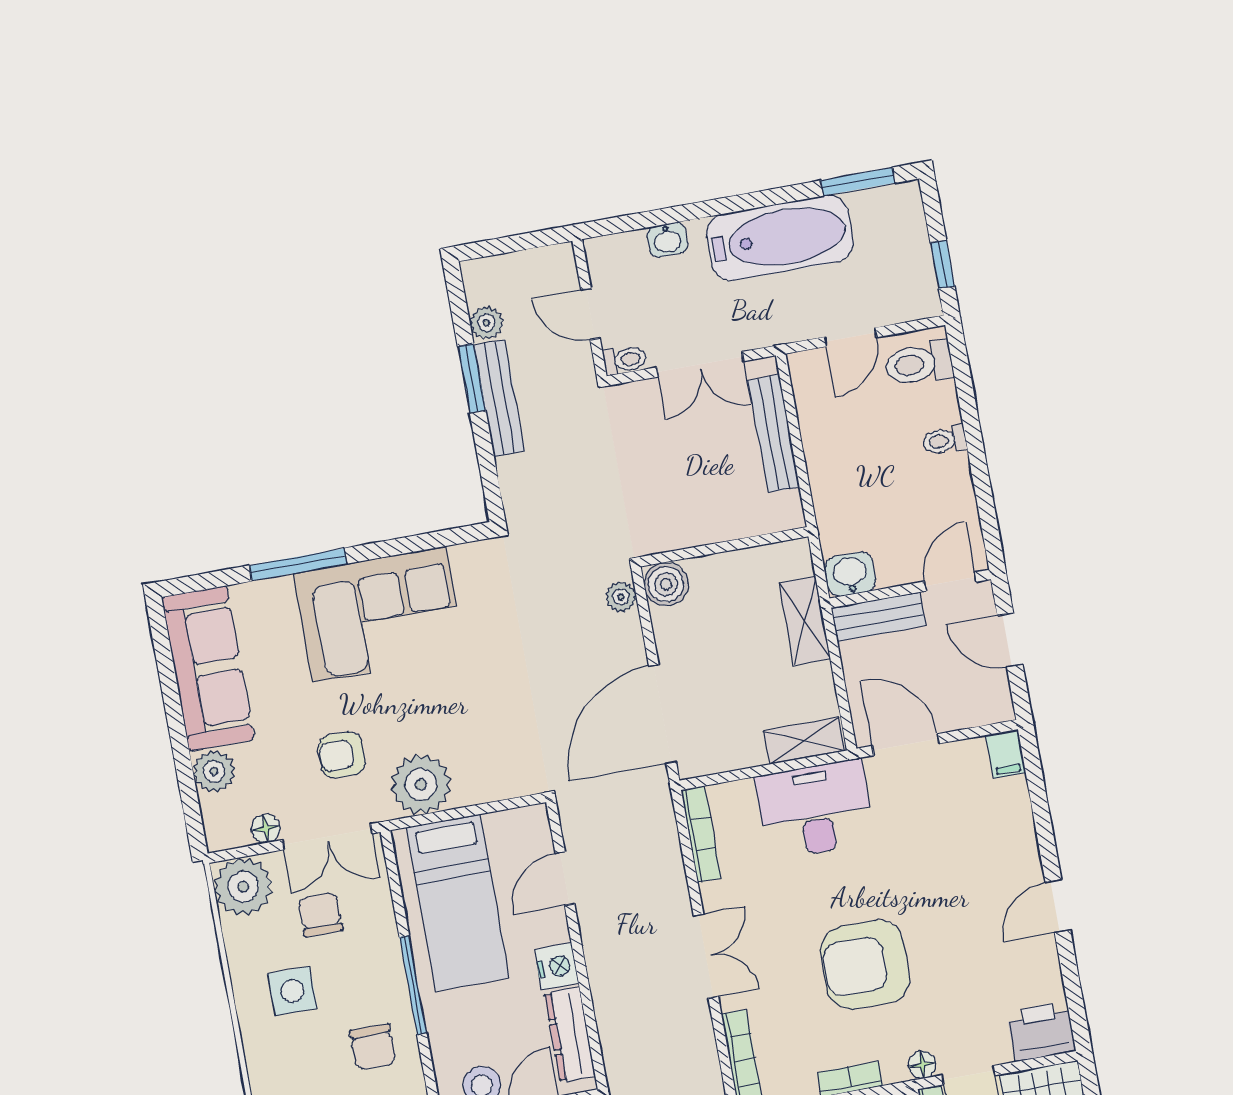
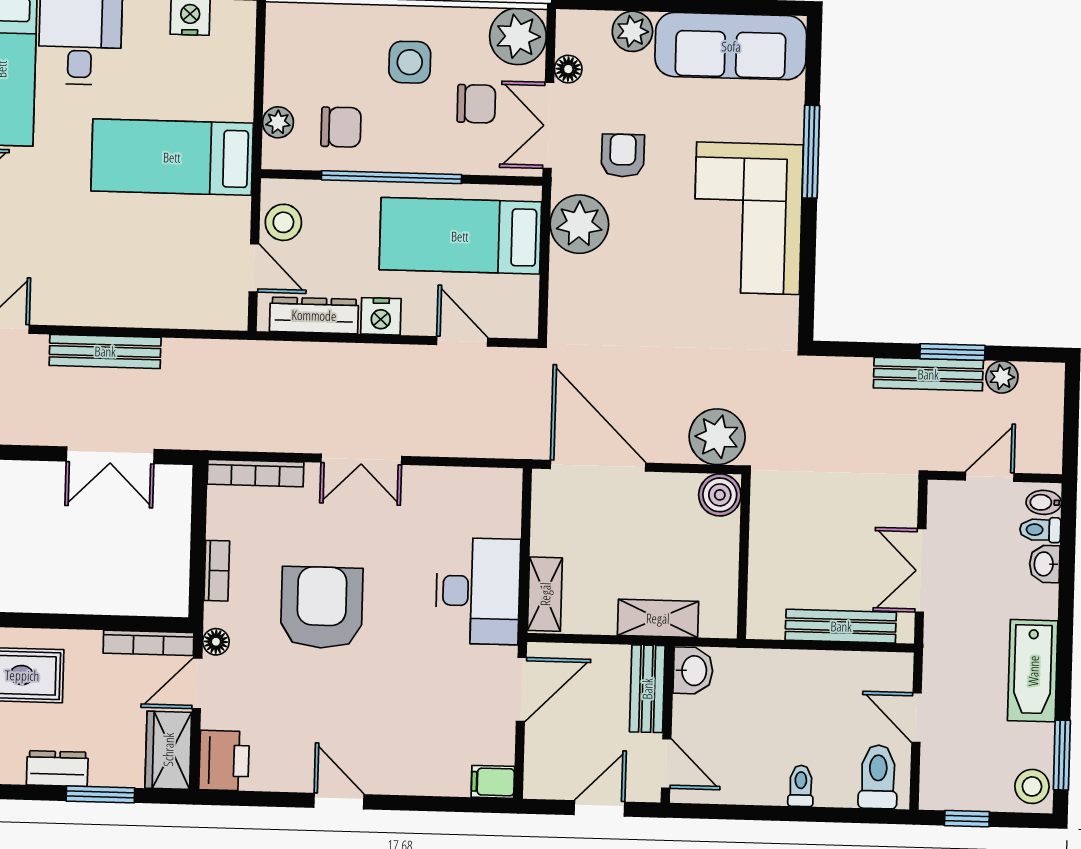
stool: (896, 205) -> (1032, 786), added
bathtub: (780, 238) -> (1033, 671), width x0.73, depth x0.73
bidet: (605, 254) -> (1044, 502), added
toilet: (625, 360) -> (1040, 530), moved, turned 90
plant: (621, 597) -> (717, 437), width x1.87, depth x1.87
bookcase: (701, 834) -> (477, 479), removed
window: (413, 985) -> (391, 177), width x1.46
chair: (373, 1047) -> (341, 127), turned 180

